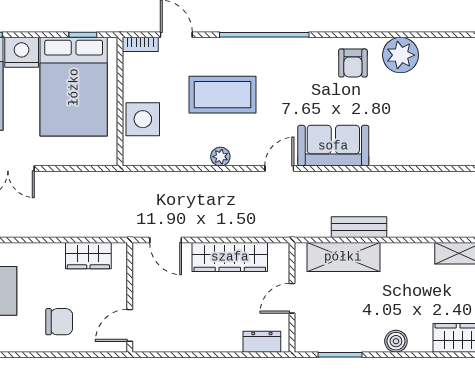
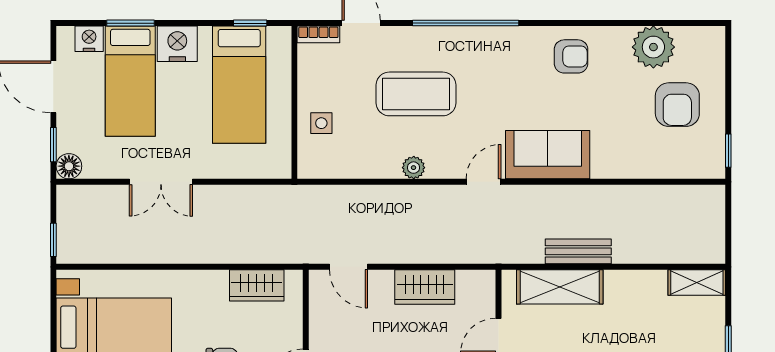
plant: (401, 55) -> (653, 47), moved
armchair: (353, 63) -> (571, 56), turned -90
bed: (74, 87) -> (239, 85), width x0.67
armchair: (442, 104) -> (677, 105), added
side table: (143, 119) -> (321, 123), width x0.54, depth x0.54
wardrobe: (230, 257) -> (425, 287), width x0.67

